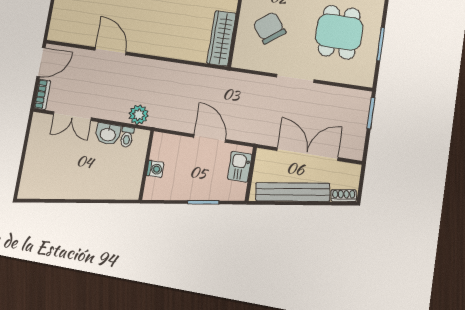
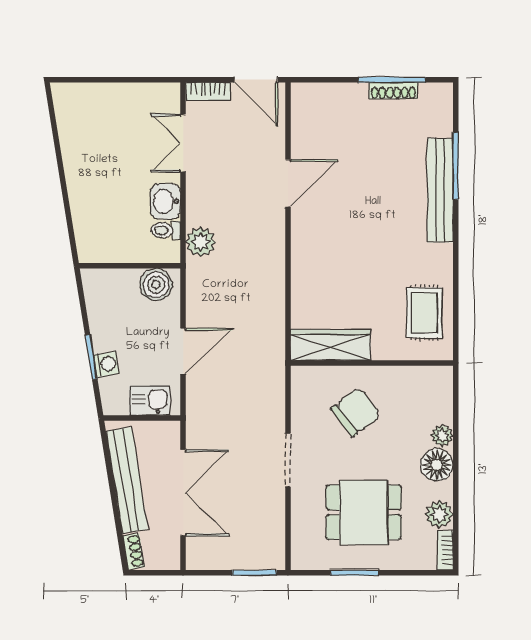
boiler: (162, 149) -> (156, 285), added
washing machine: (155, 169) -> (106, 364), moved, turned -99

